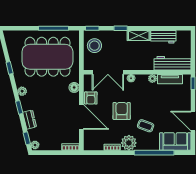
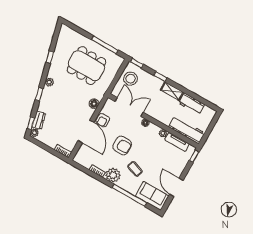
dining table: (47, 57) -> (86, 66), width x0.73, depth x0.80
double door: (108, 72) -> (129, 107), swing flipped
armchair: (122, 111) -> (122, 145), turned 90
dresser: (30, 120) -> (39, 120), moved

